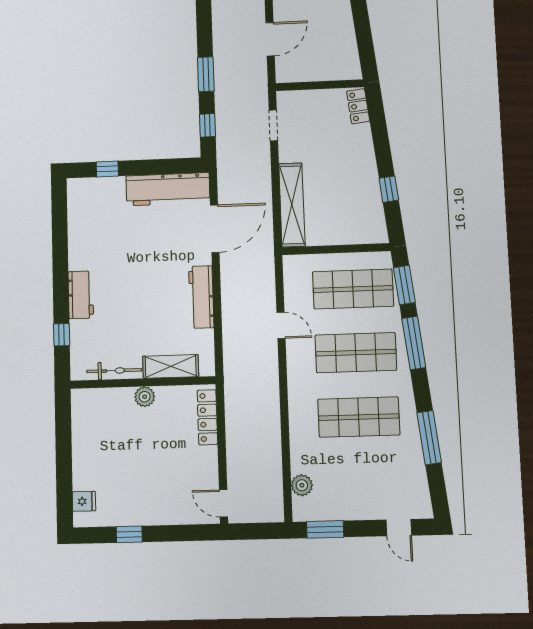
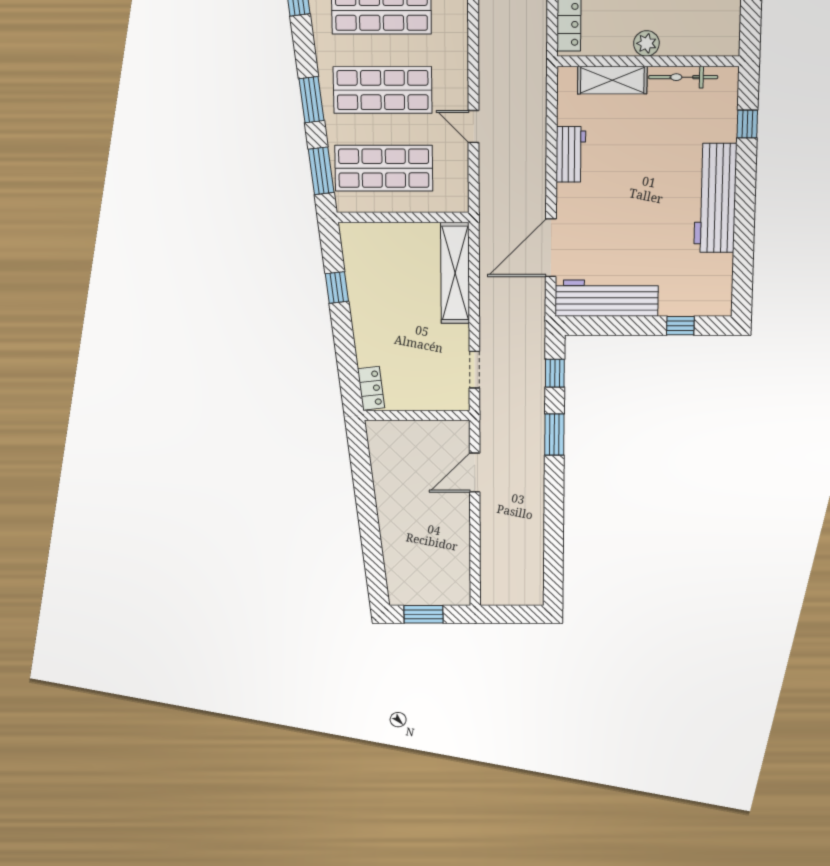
workbench: (81, 295) -> (715, 198), width x1.88, depth x1.32
workbench: (201, 297) -> (571, 154), width x0.73
window: (414, 343) -> (311, 100), width x0.69

